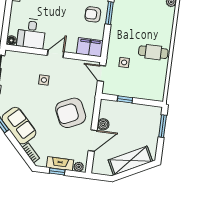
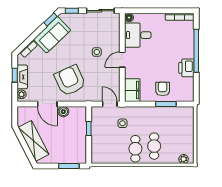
cafe table: (153, 32) -> (154, 146), added
door: (56, 54) -> (122, 60), swing flipped
door: (102, 73) -> (110, 104), hinge flipped

